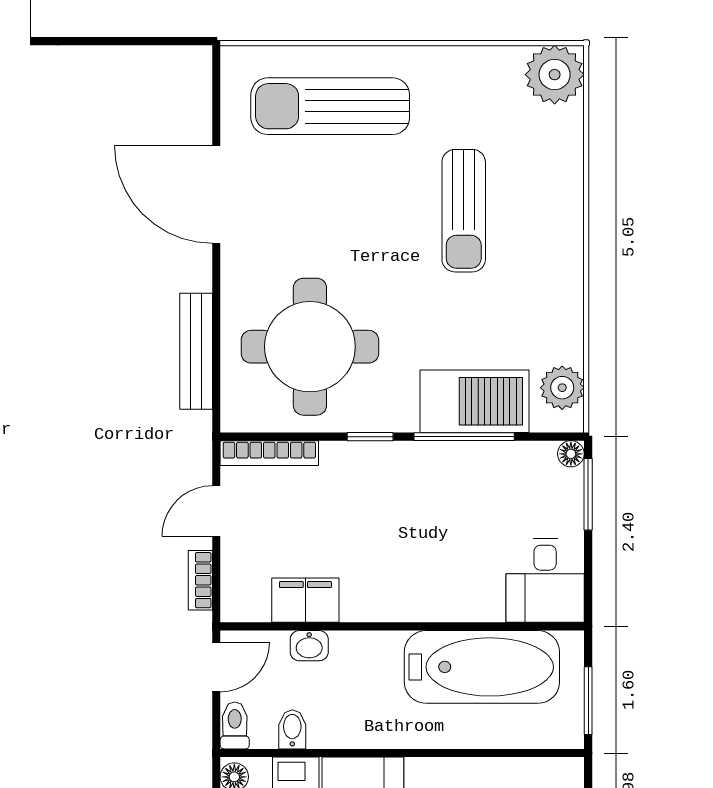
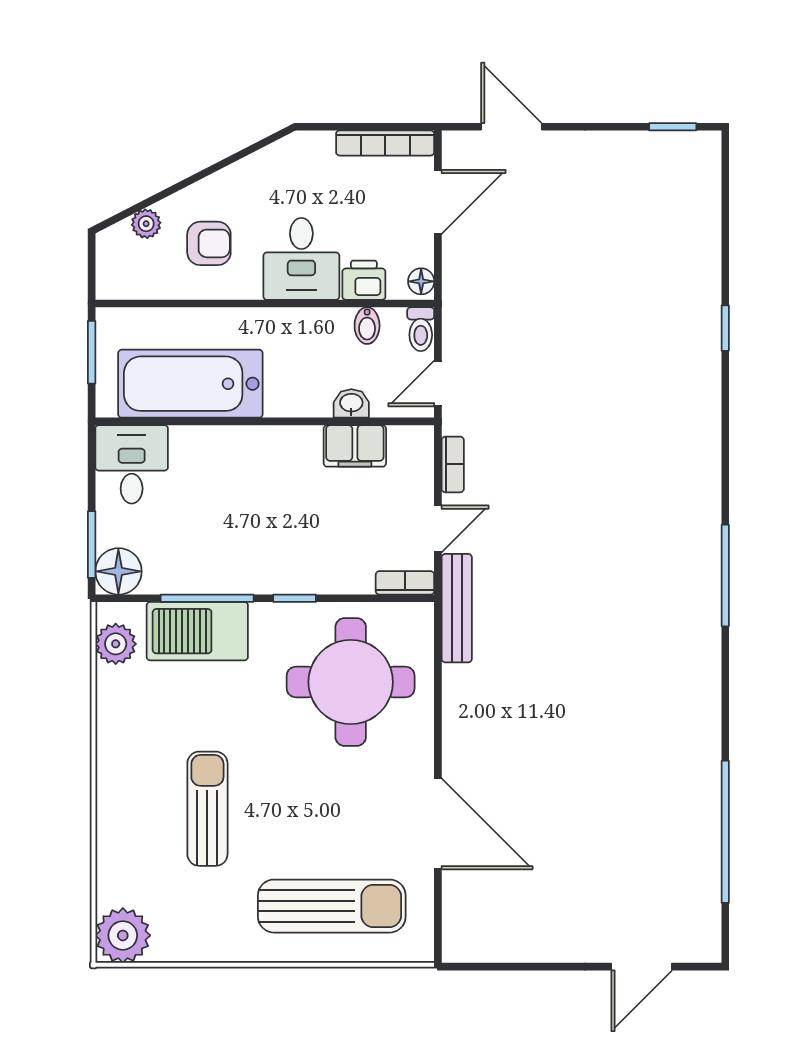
bench: (196, 351) -> (457, 608), moved
bookcase: (269, 453) -> (405, 583), width x0.64
floor lamp: (571, 454) -> (118, 571), width x1.89, depth x1.89

